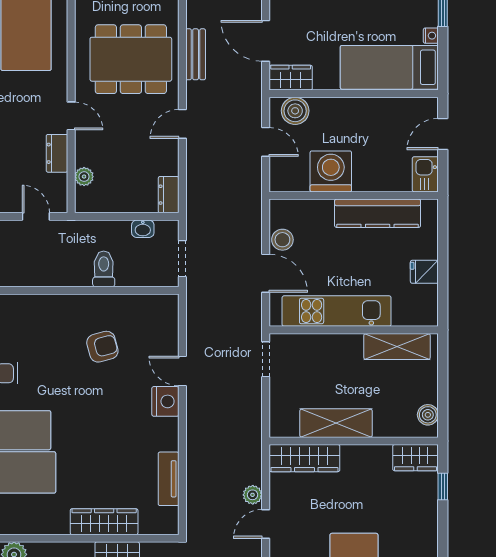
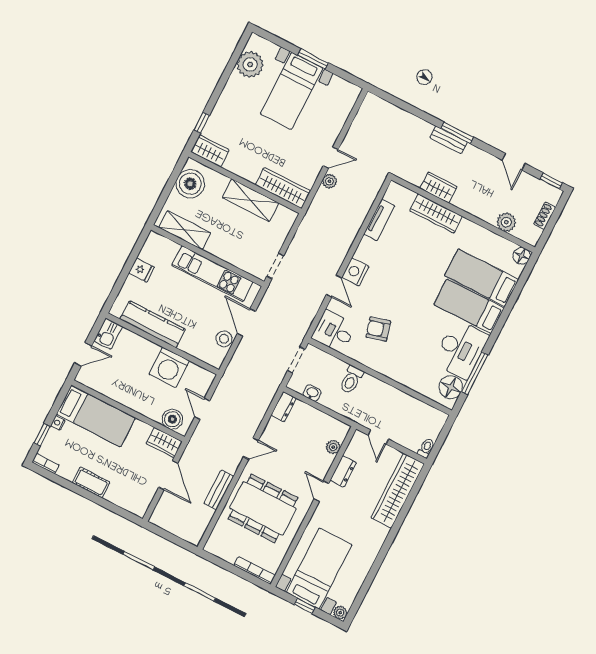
desk: (155, 316) -> (334, 331), added
boiler: (428, 415) -> (190, 184), width x1.86, depth x1.86

